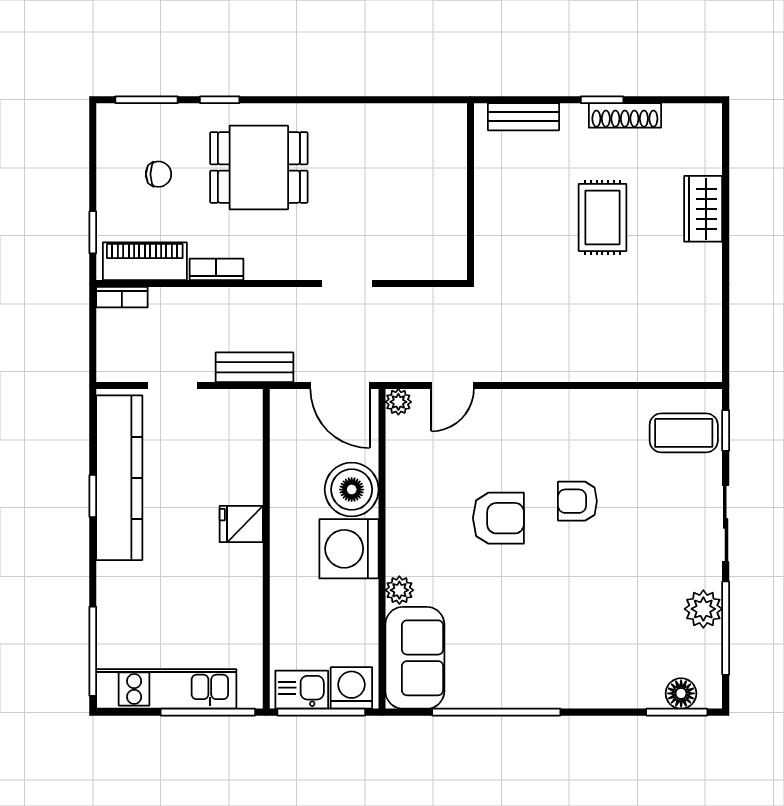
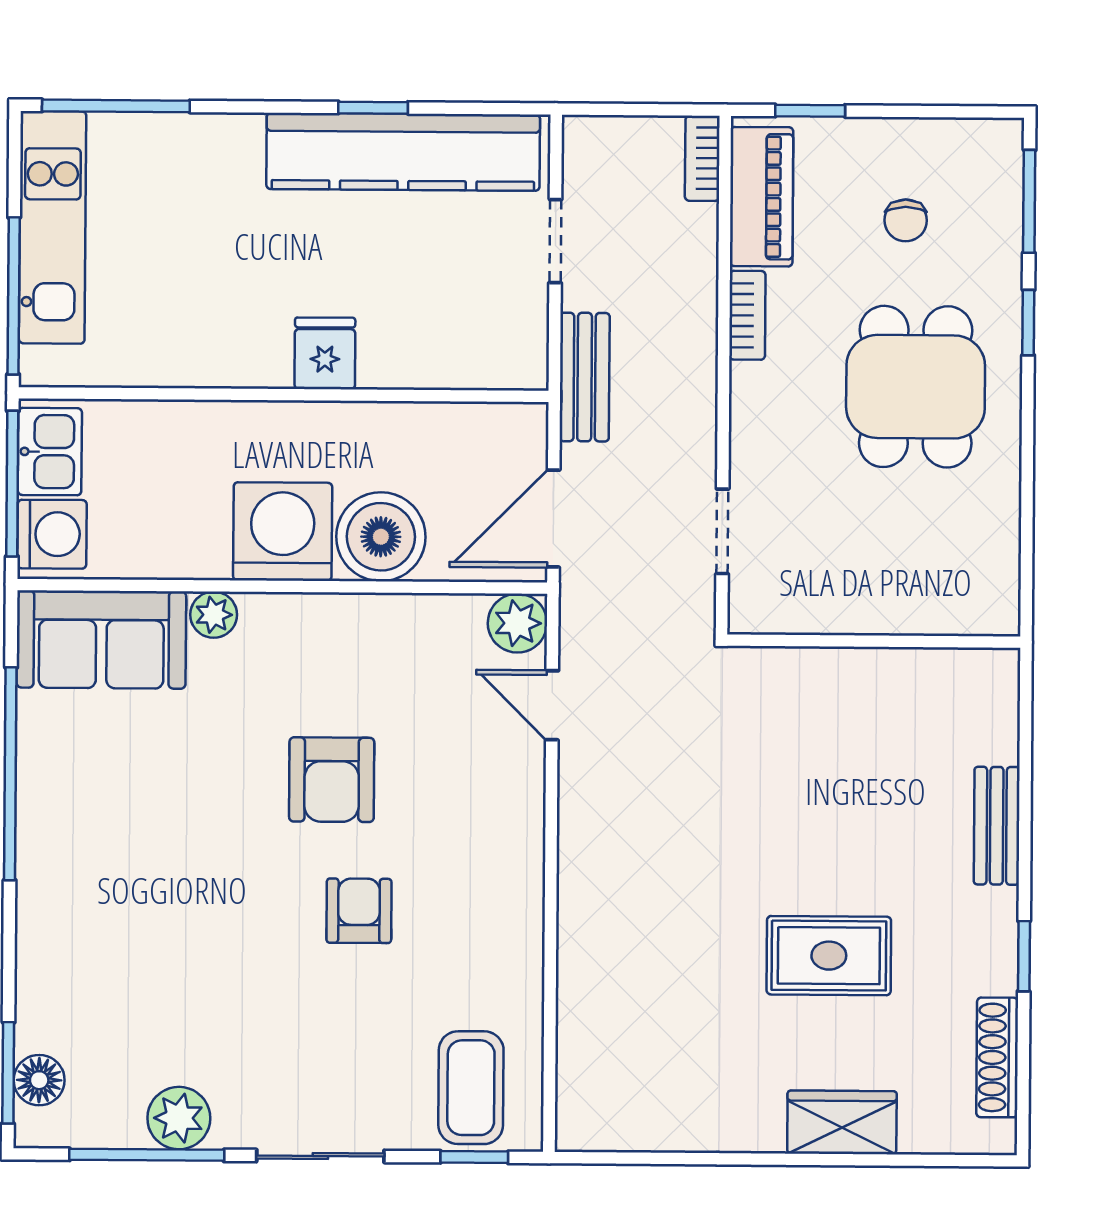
shoe rack: (625, 115) -> (997, 1057), moved
wall: (470, 192) -> (874, 641), moved
plant: (398, 402) -> (517, 623), width x1.38, depth x1.38

